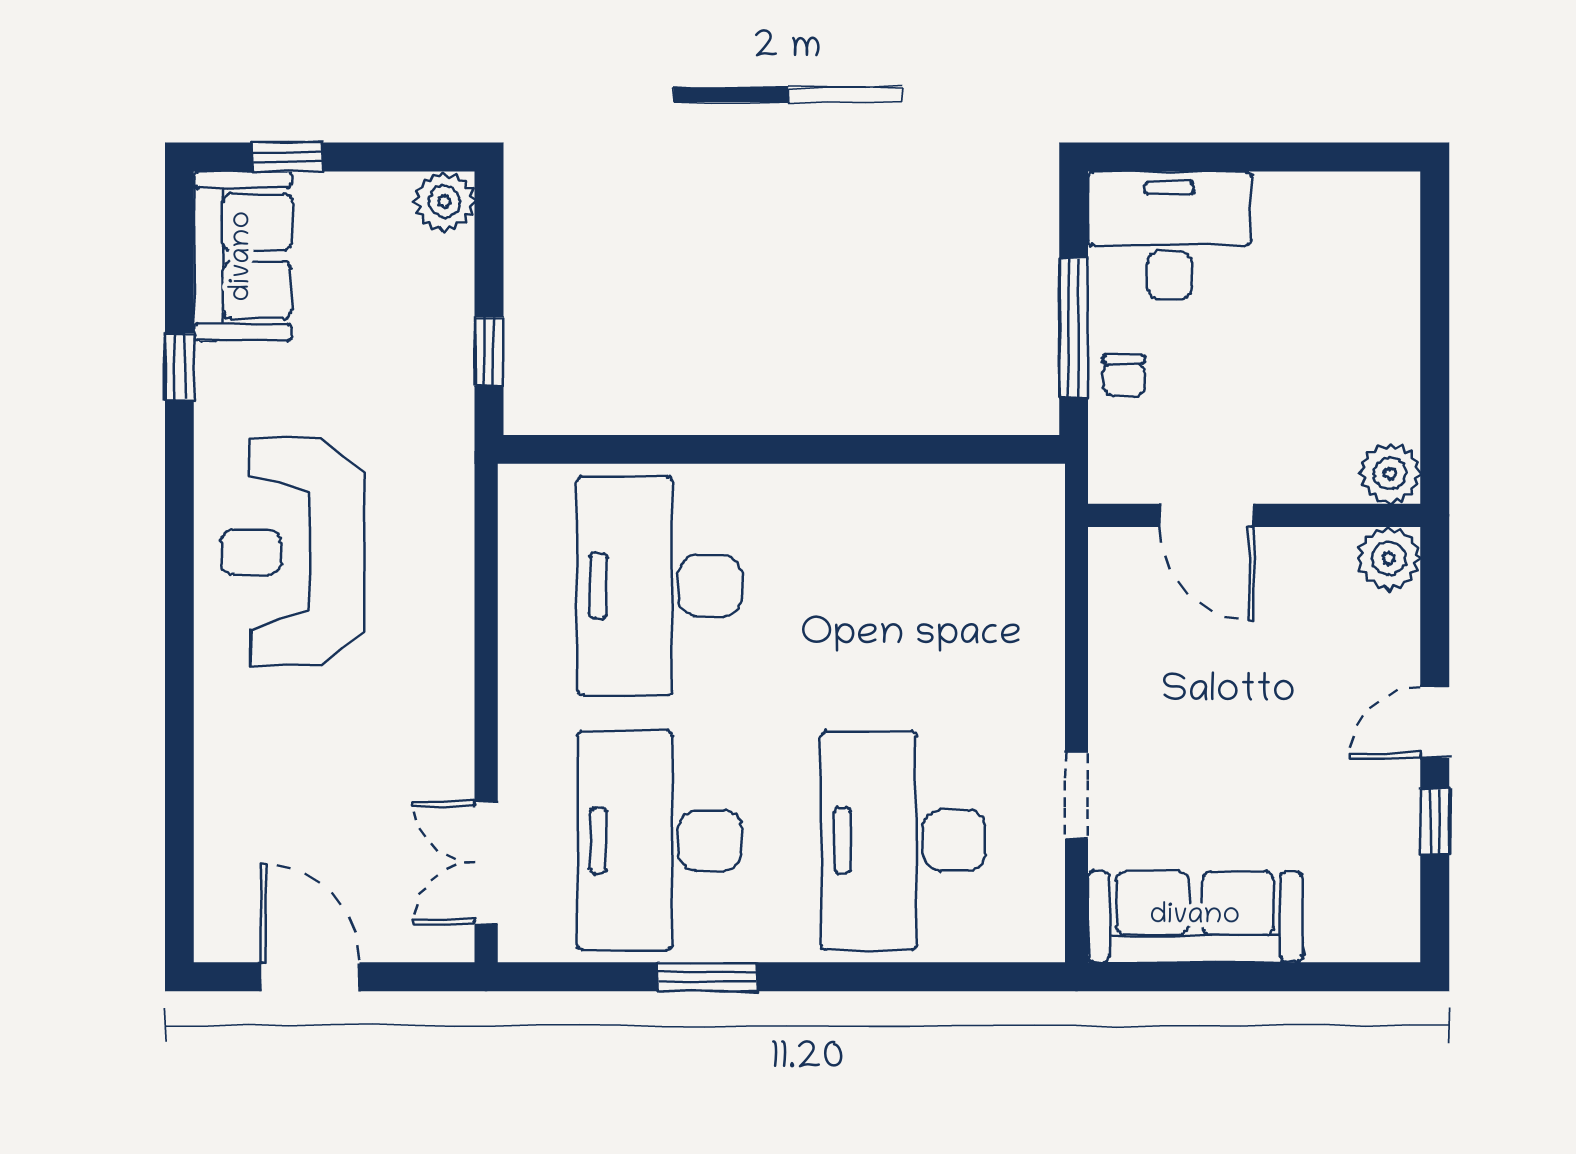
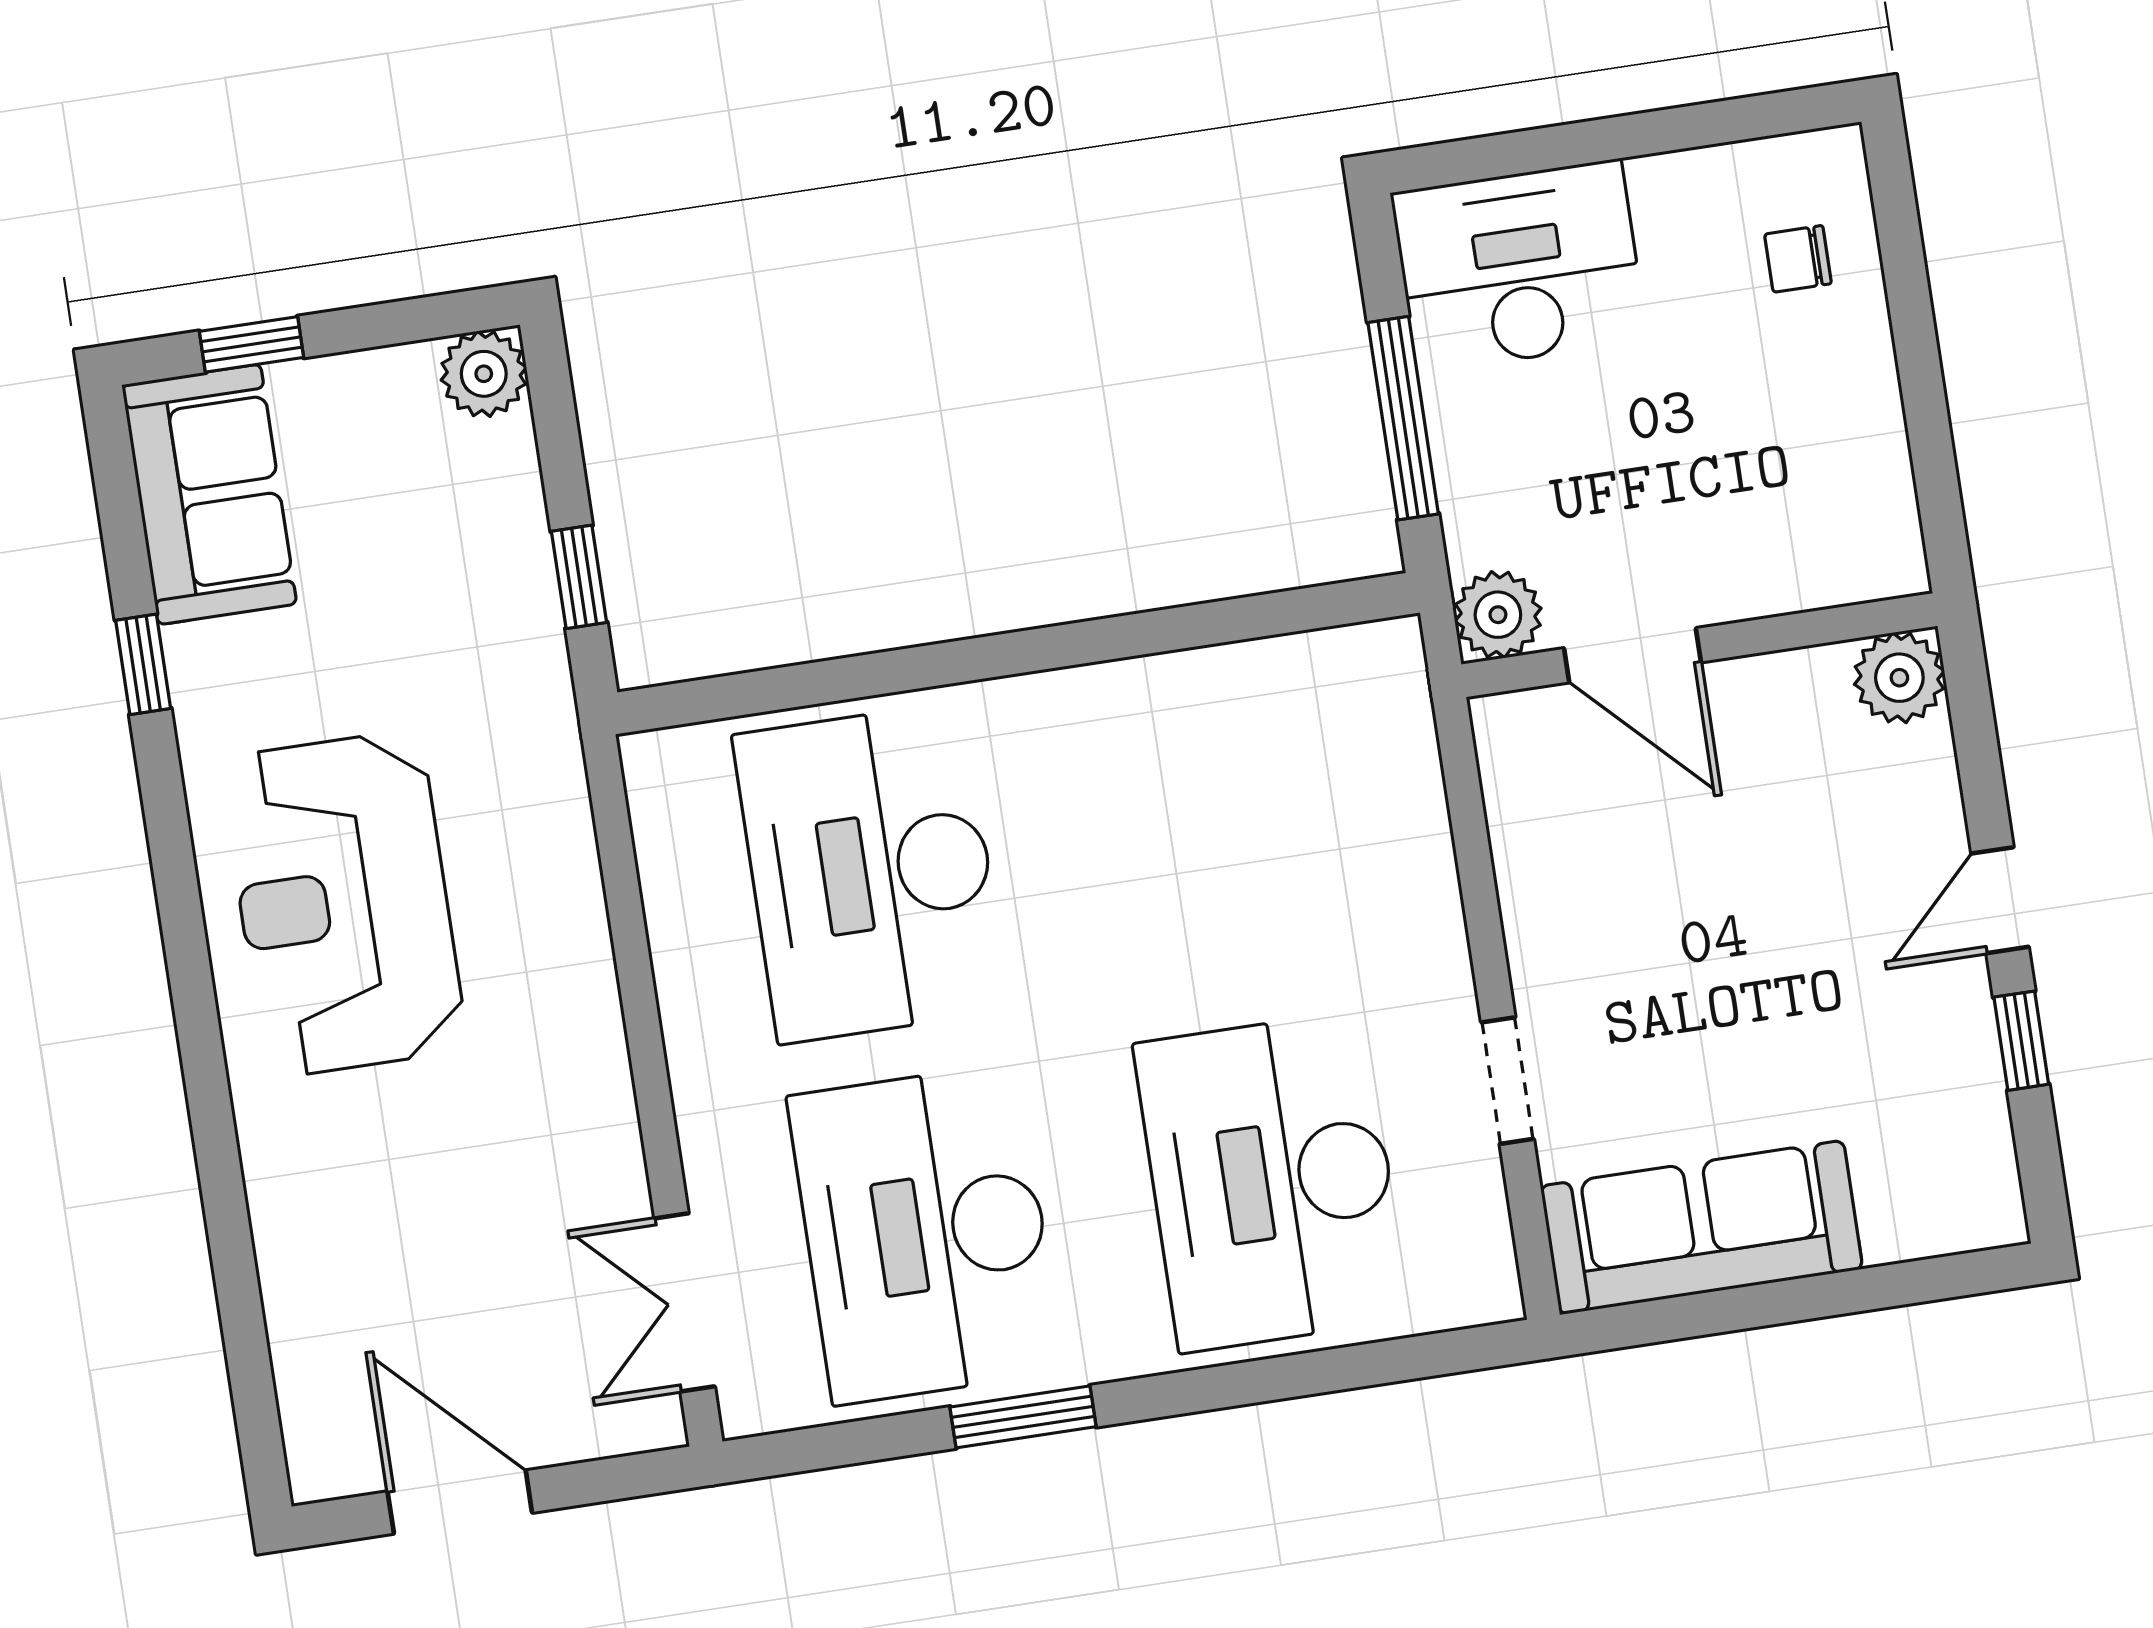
chair: (1124, 376) -> (1798, 259), moved, turned 90
plant: (1390, 473) -> (1498, 615), moved

